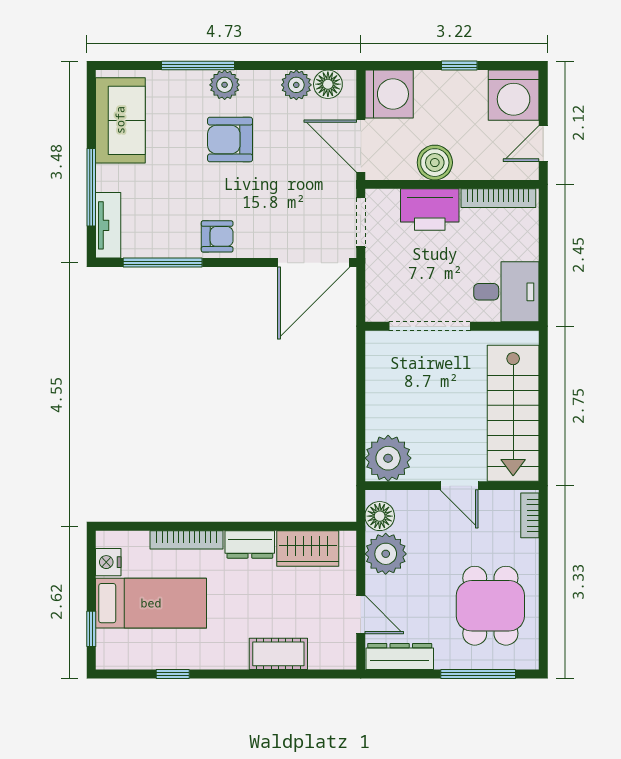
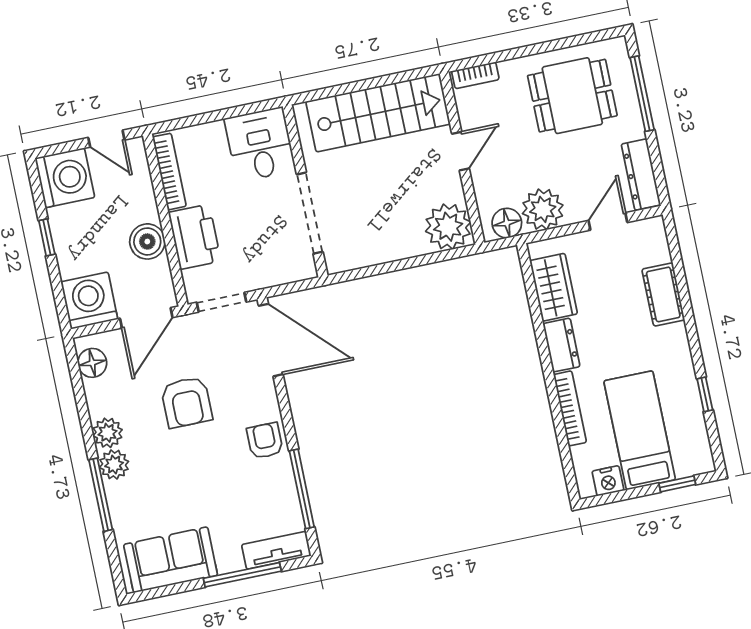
plant: (296, 85) -> (108, 433), moved
armchair: (230, 140) -> (187, 402), moved

